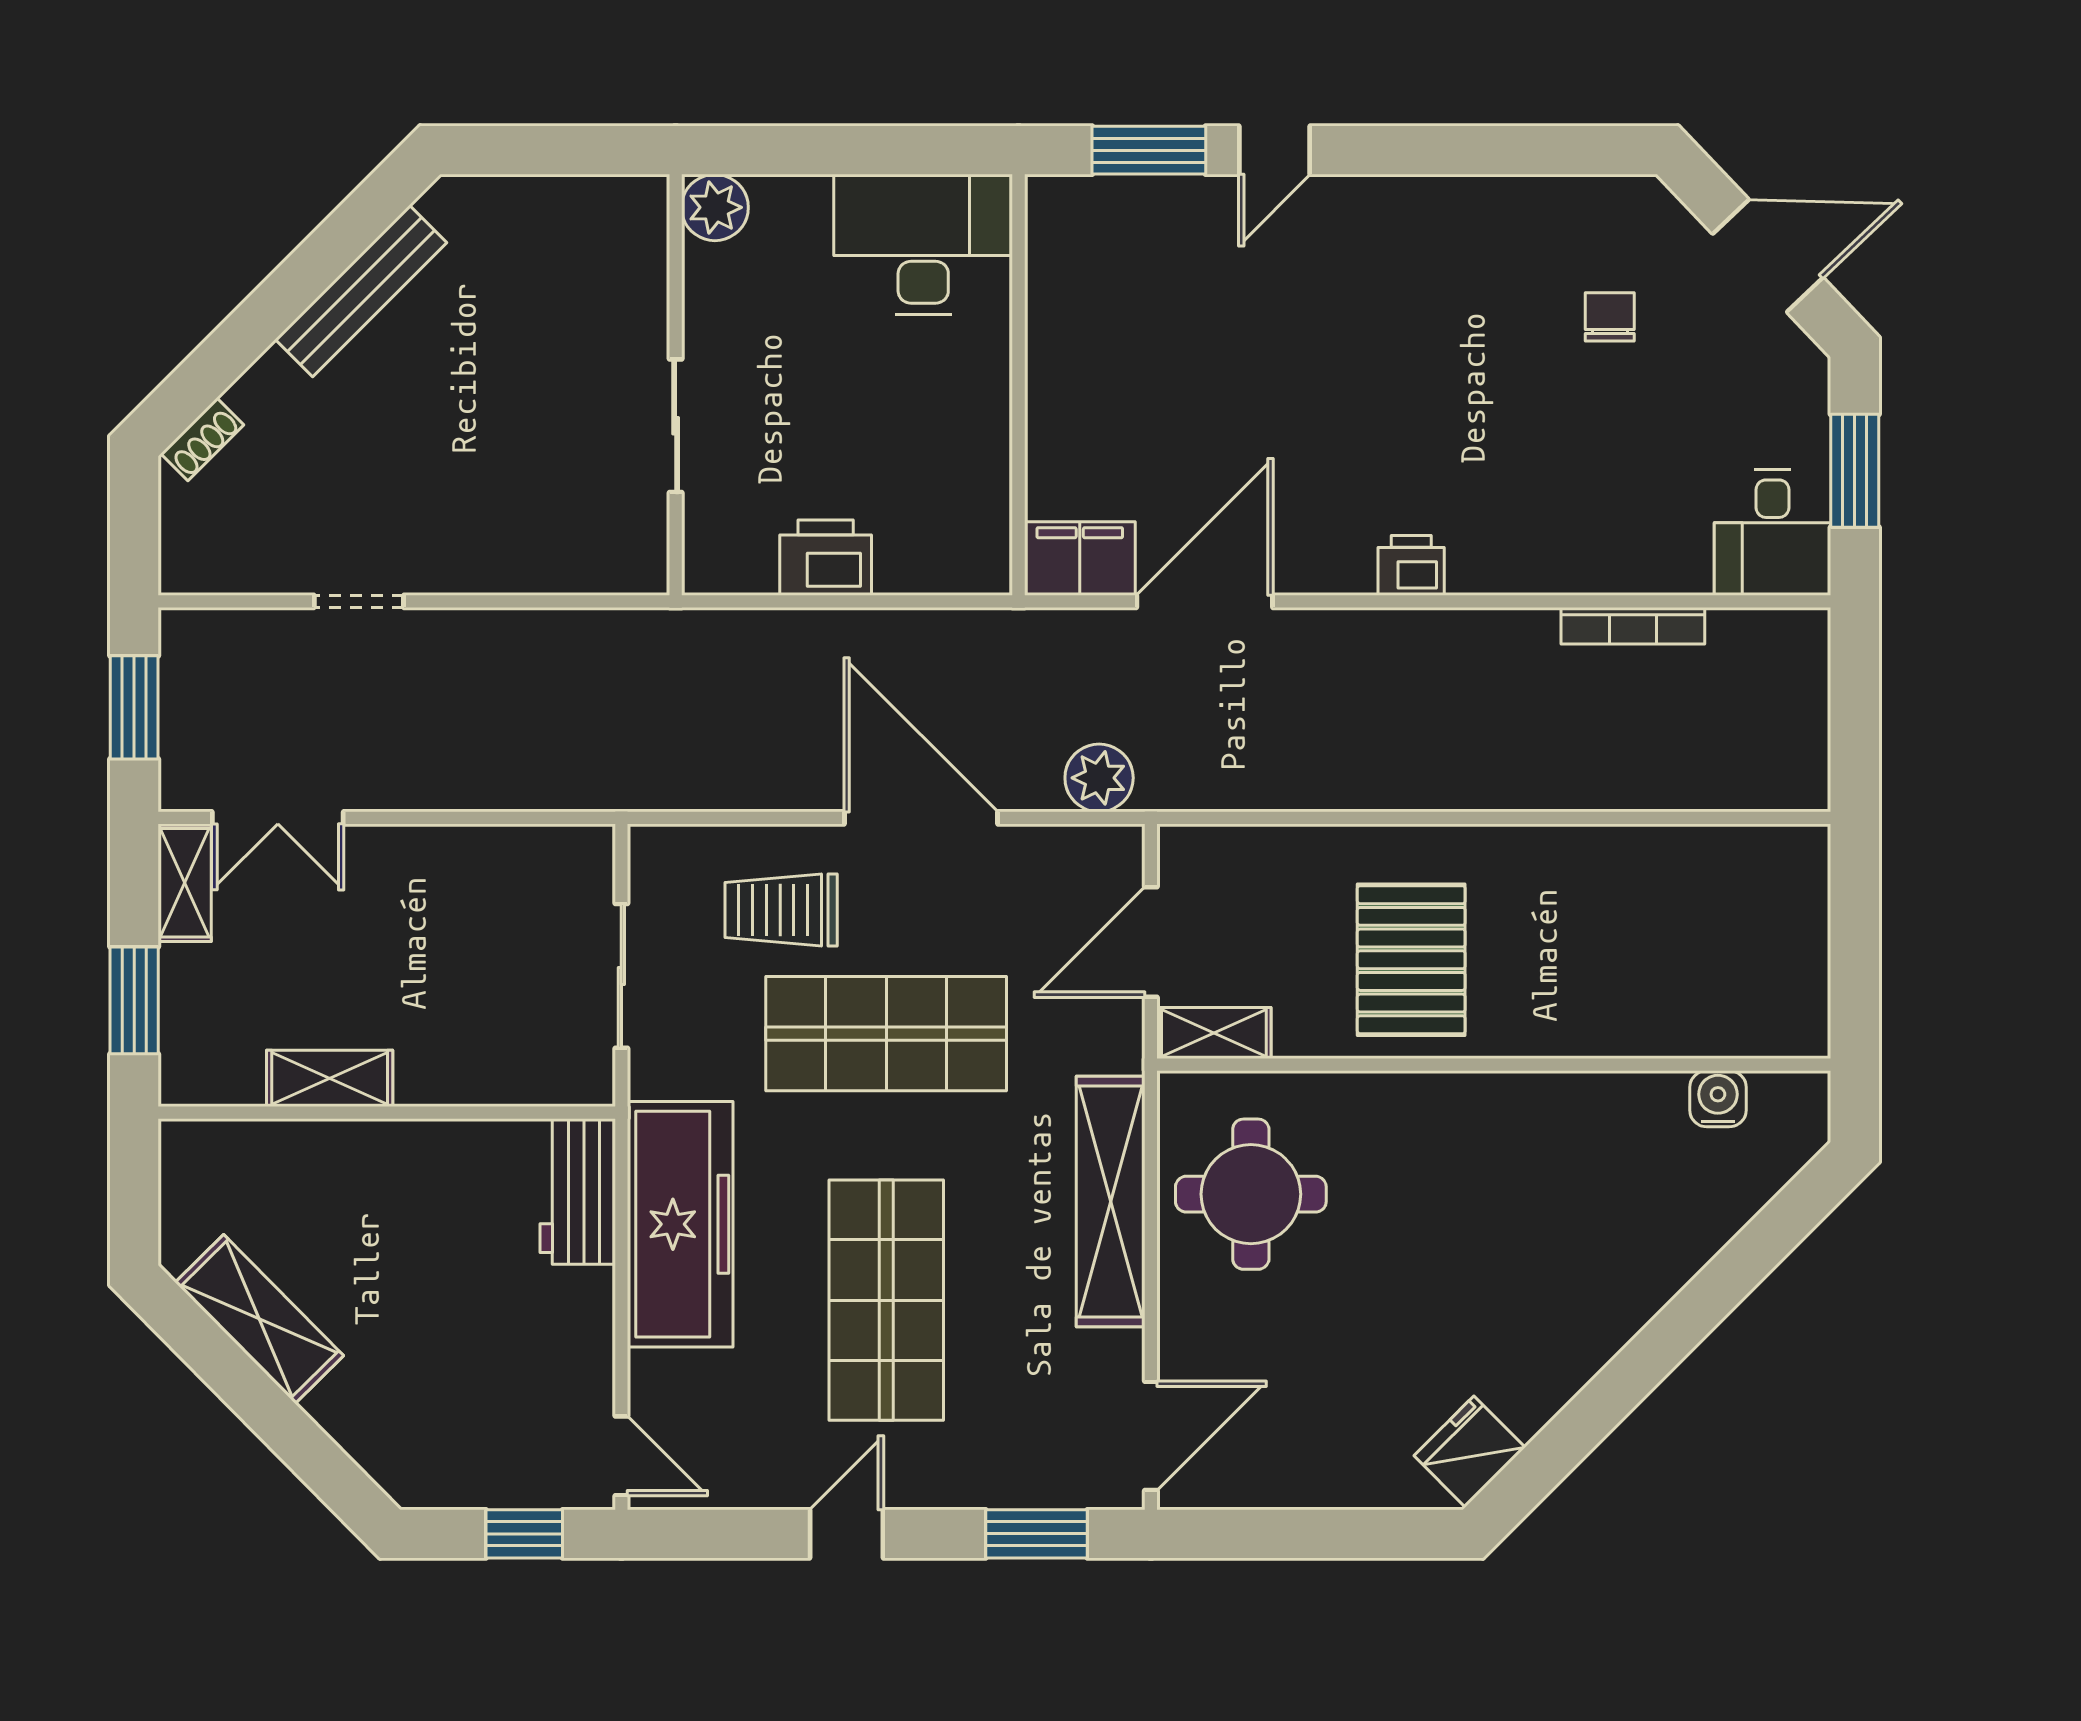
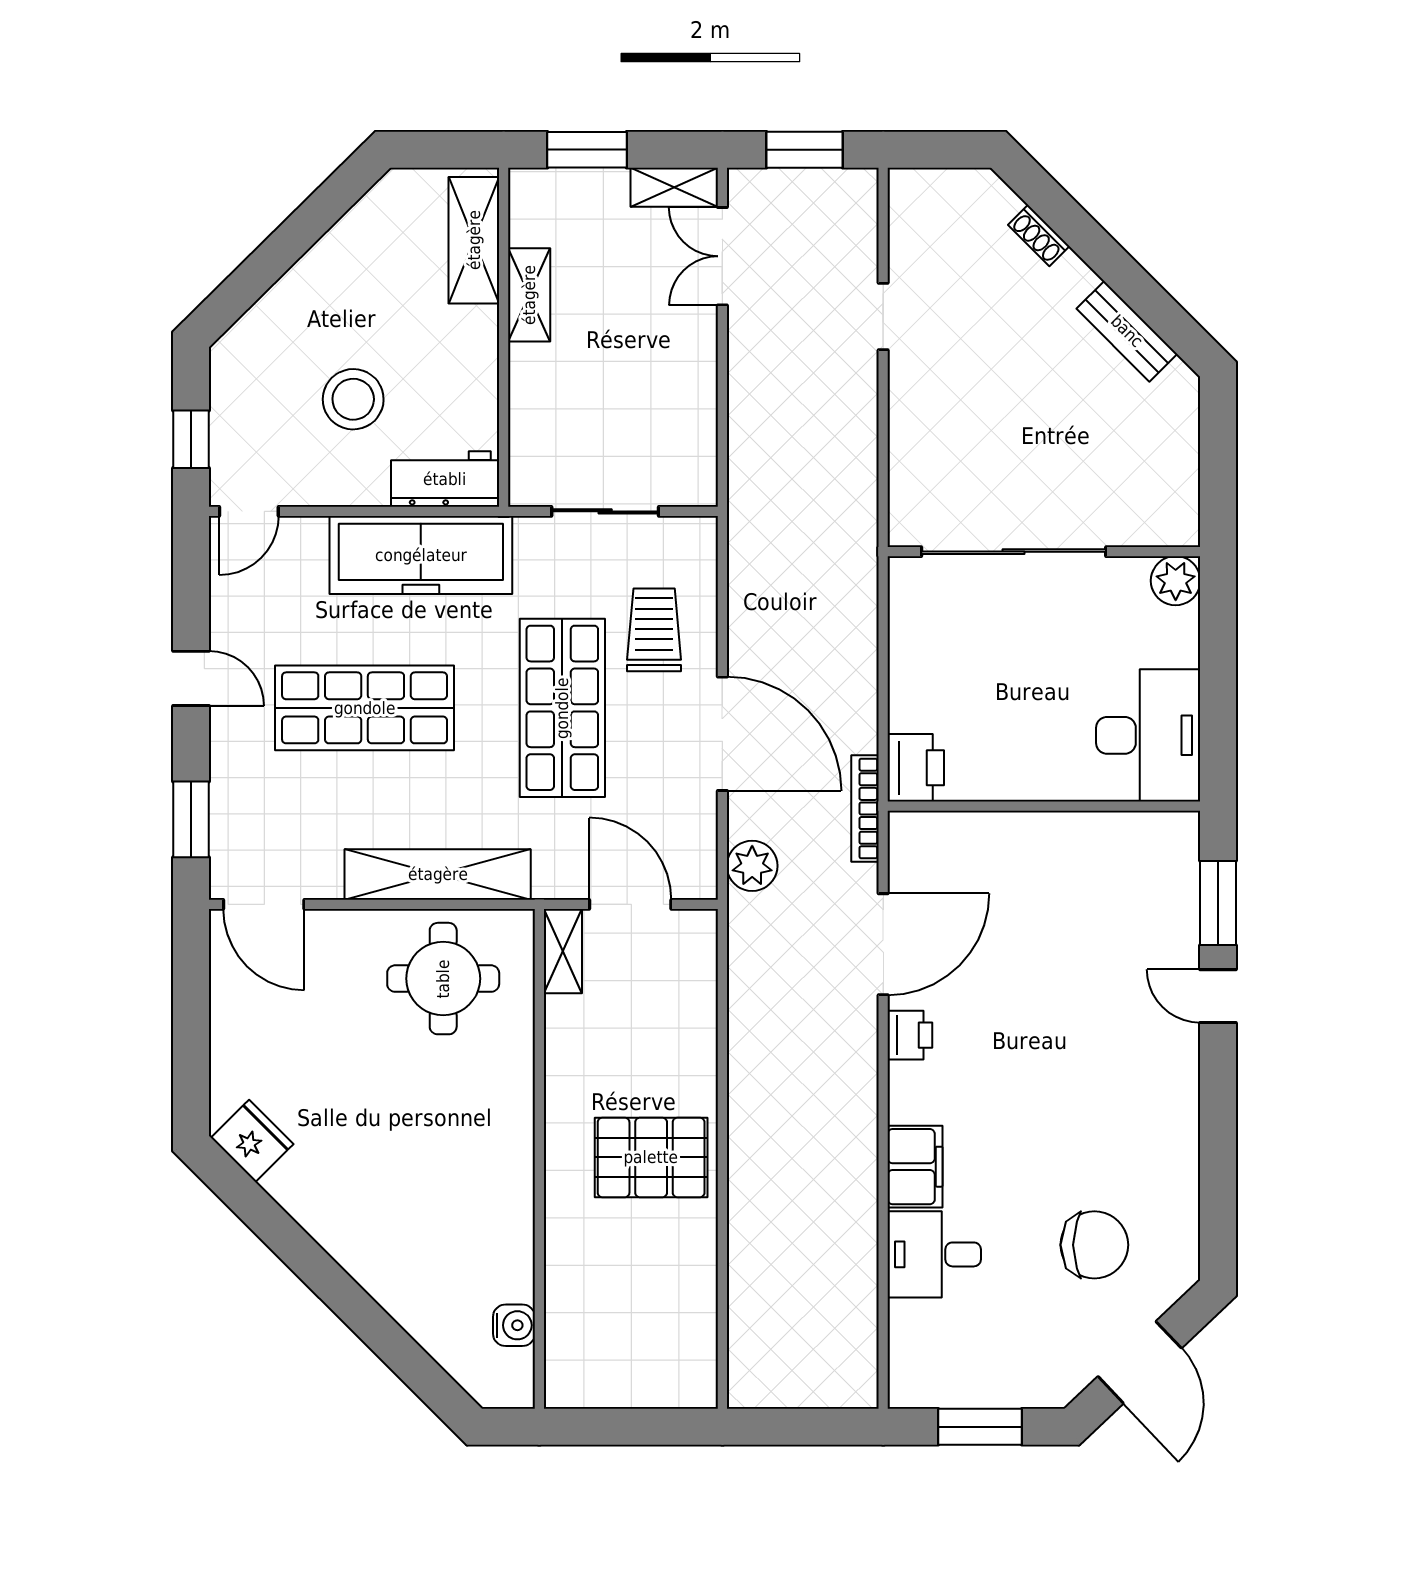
bench: (361, 291) -> (1127, 331), width x0.73
chair: (1610, 317) -> (1094, 1245), width x1.87, depth x1.87
sliding door: (676, 426) -> (1014, 552), width x1.86
shoe rack: (202, 439) -> (1039, 236), moved
desk: (1772, 533) -> (934, 1254), moved
printer: (826, 558) -> (916, 768), moved
filing cabinet: (1080, 559) -> (915, 1167), moved
printer: (1411, 565) -> (910, 1035), moved
door: (1205, 601) -> (883, 944), hinge flipped
bookcase: (1633, 626) -> (865, 808), moved
door: (921, 818) -> (722, 734), hinge flipped
pallet: (1411, 960) -> (651, 1157), moved
stool: (470, 1315) -> (353, 399), added
shelving: (259, 1319) -> (474, 240), moved, turned -45

